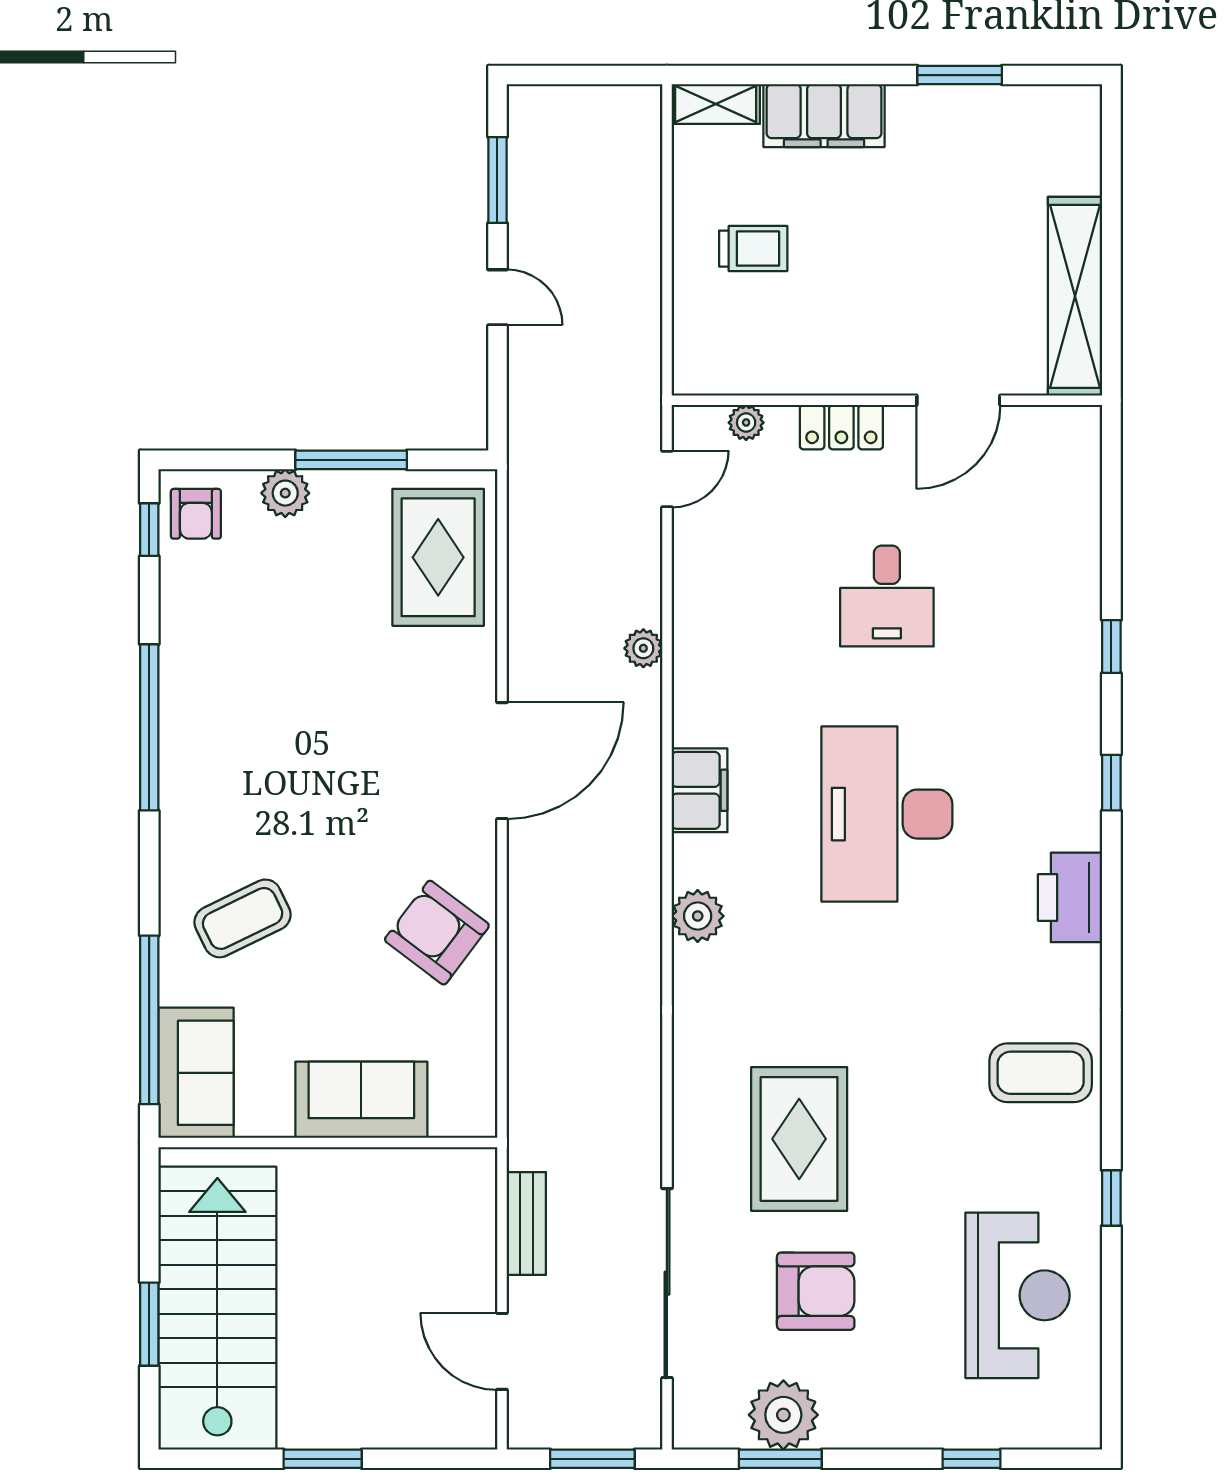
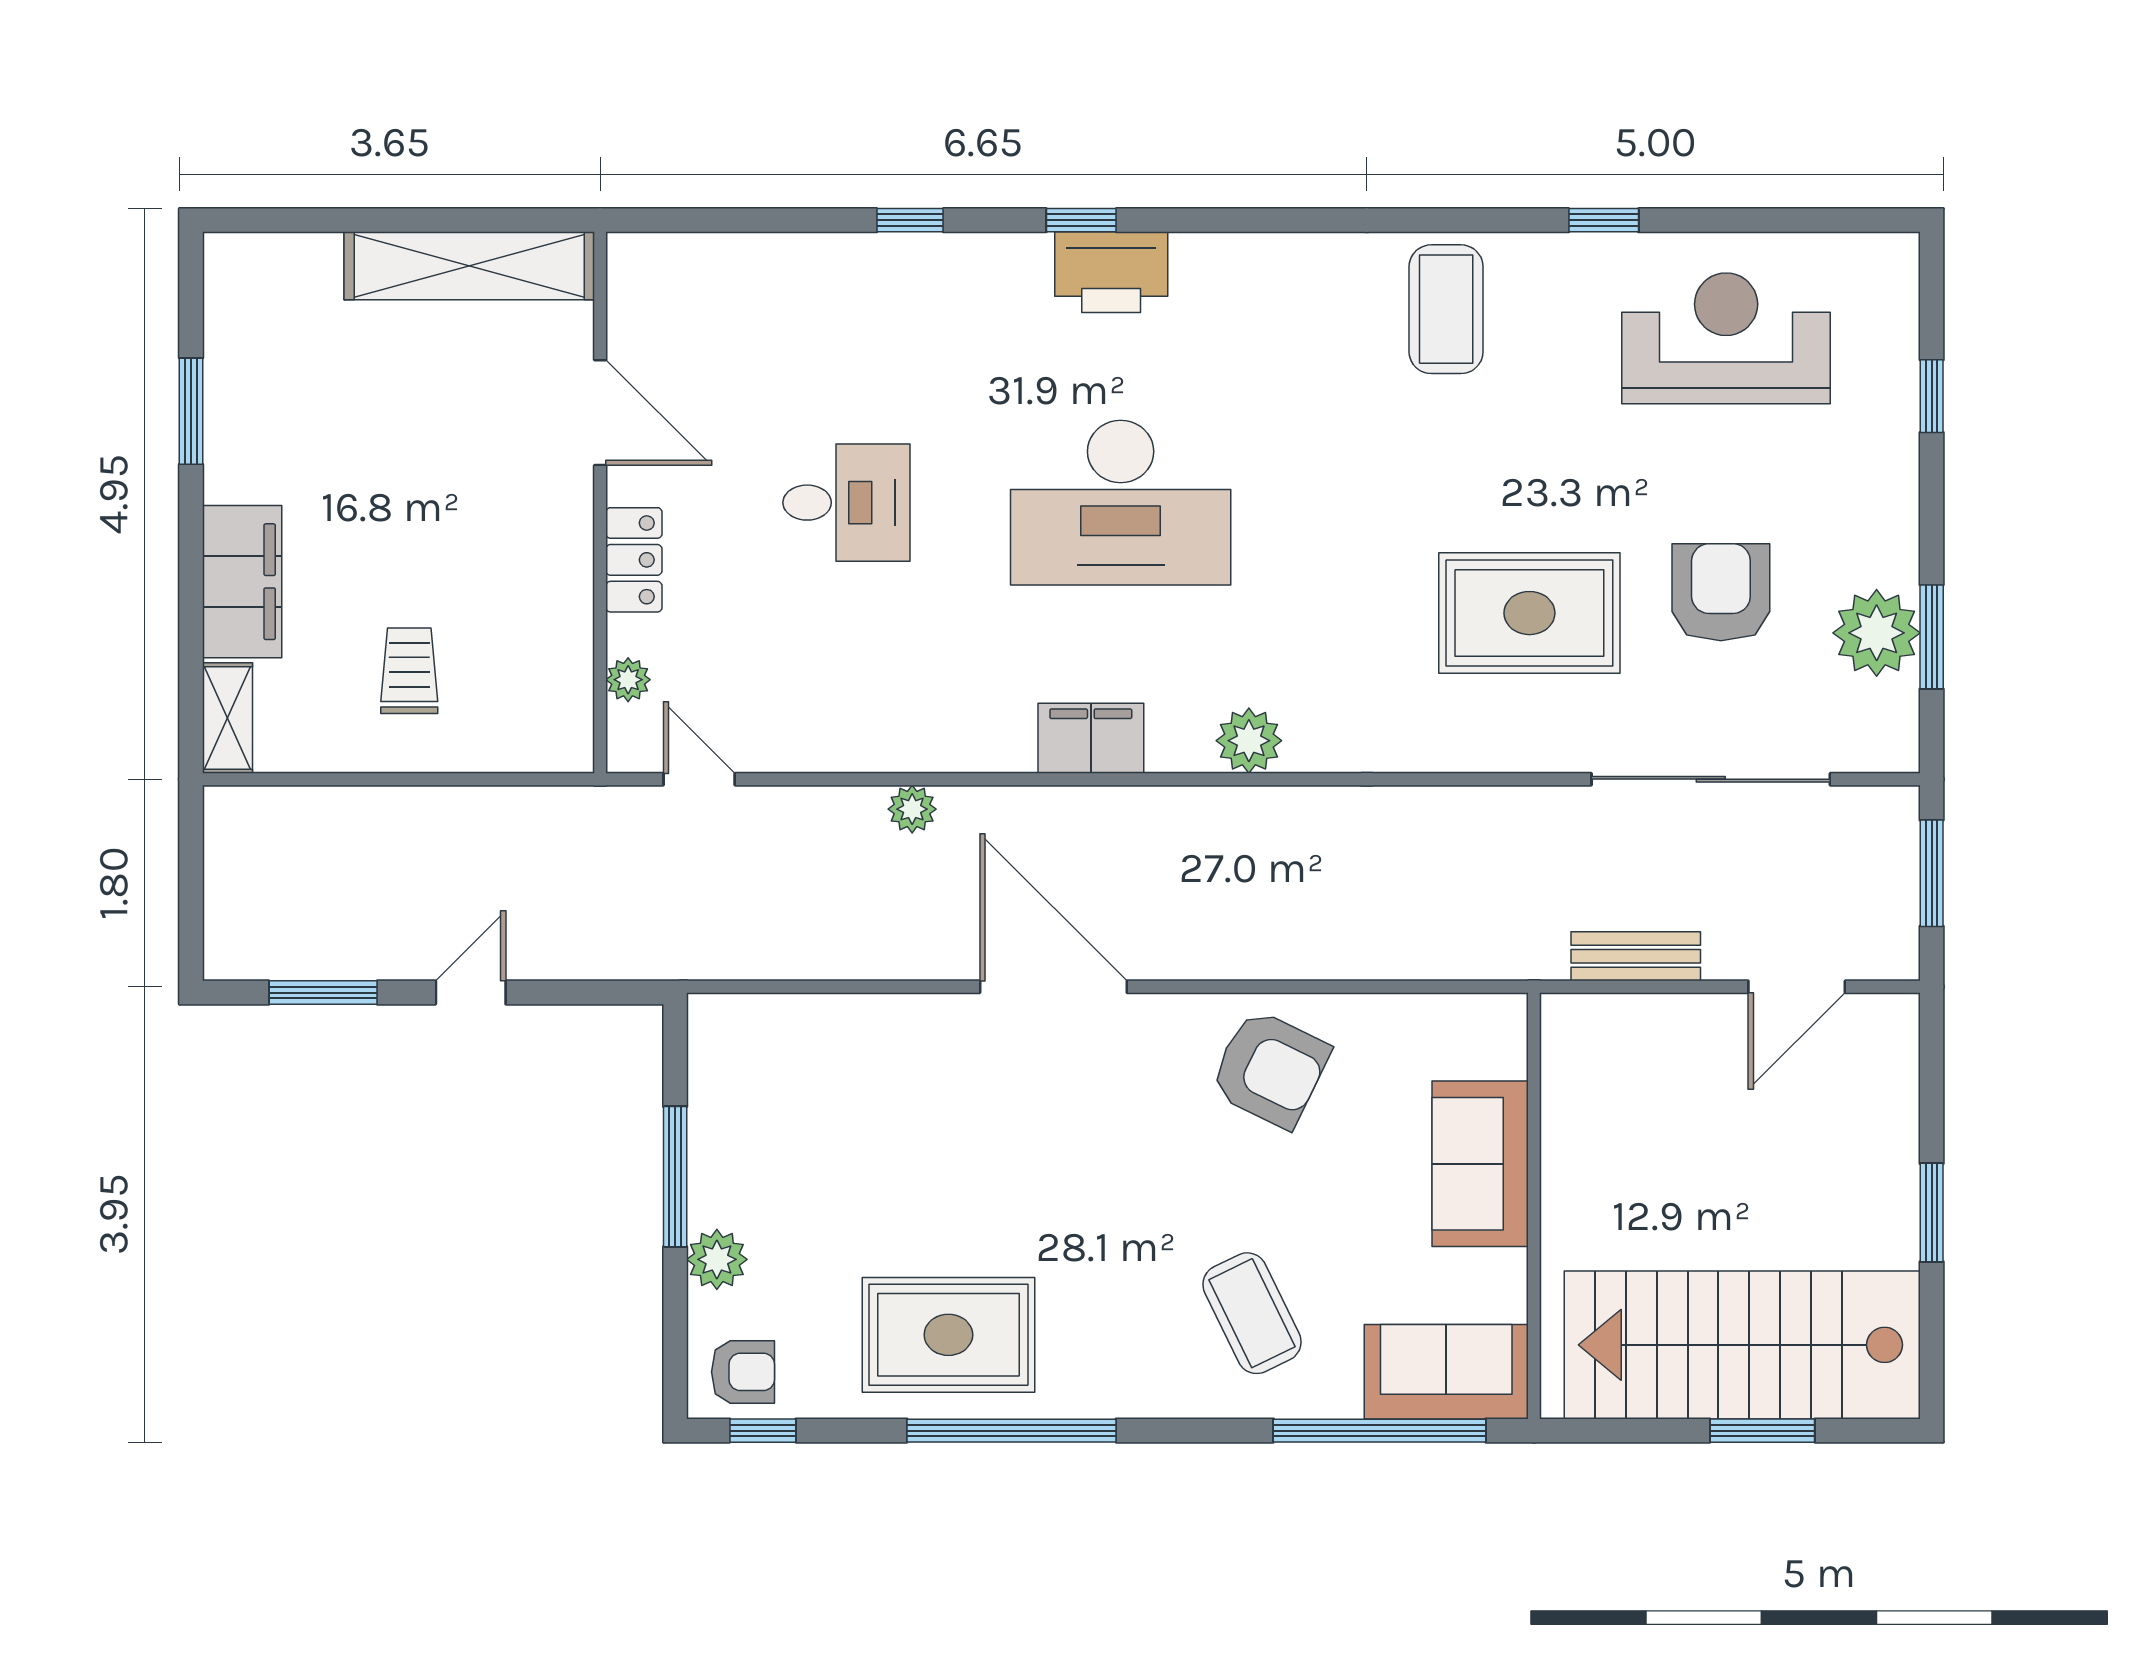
rug: (438, 557) -> (948, 1335), moved
printer: (1070, 897) -> (1111, 272), moved
armchair: (437, 933) -> (1270, 1069), turned -101

